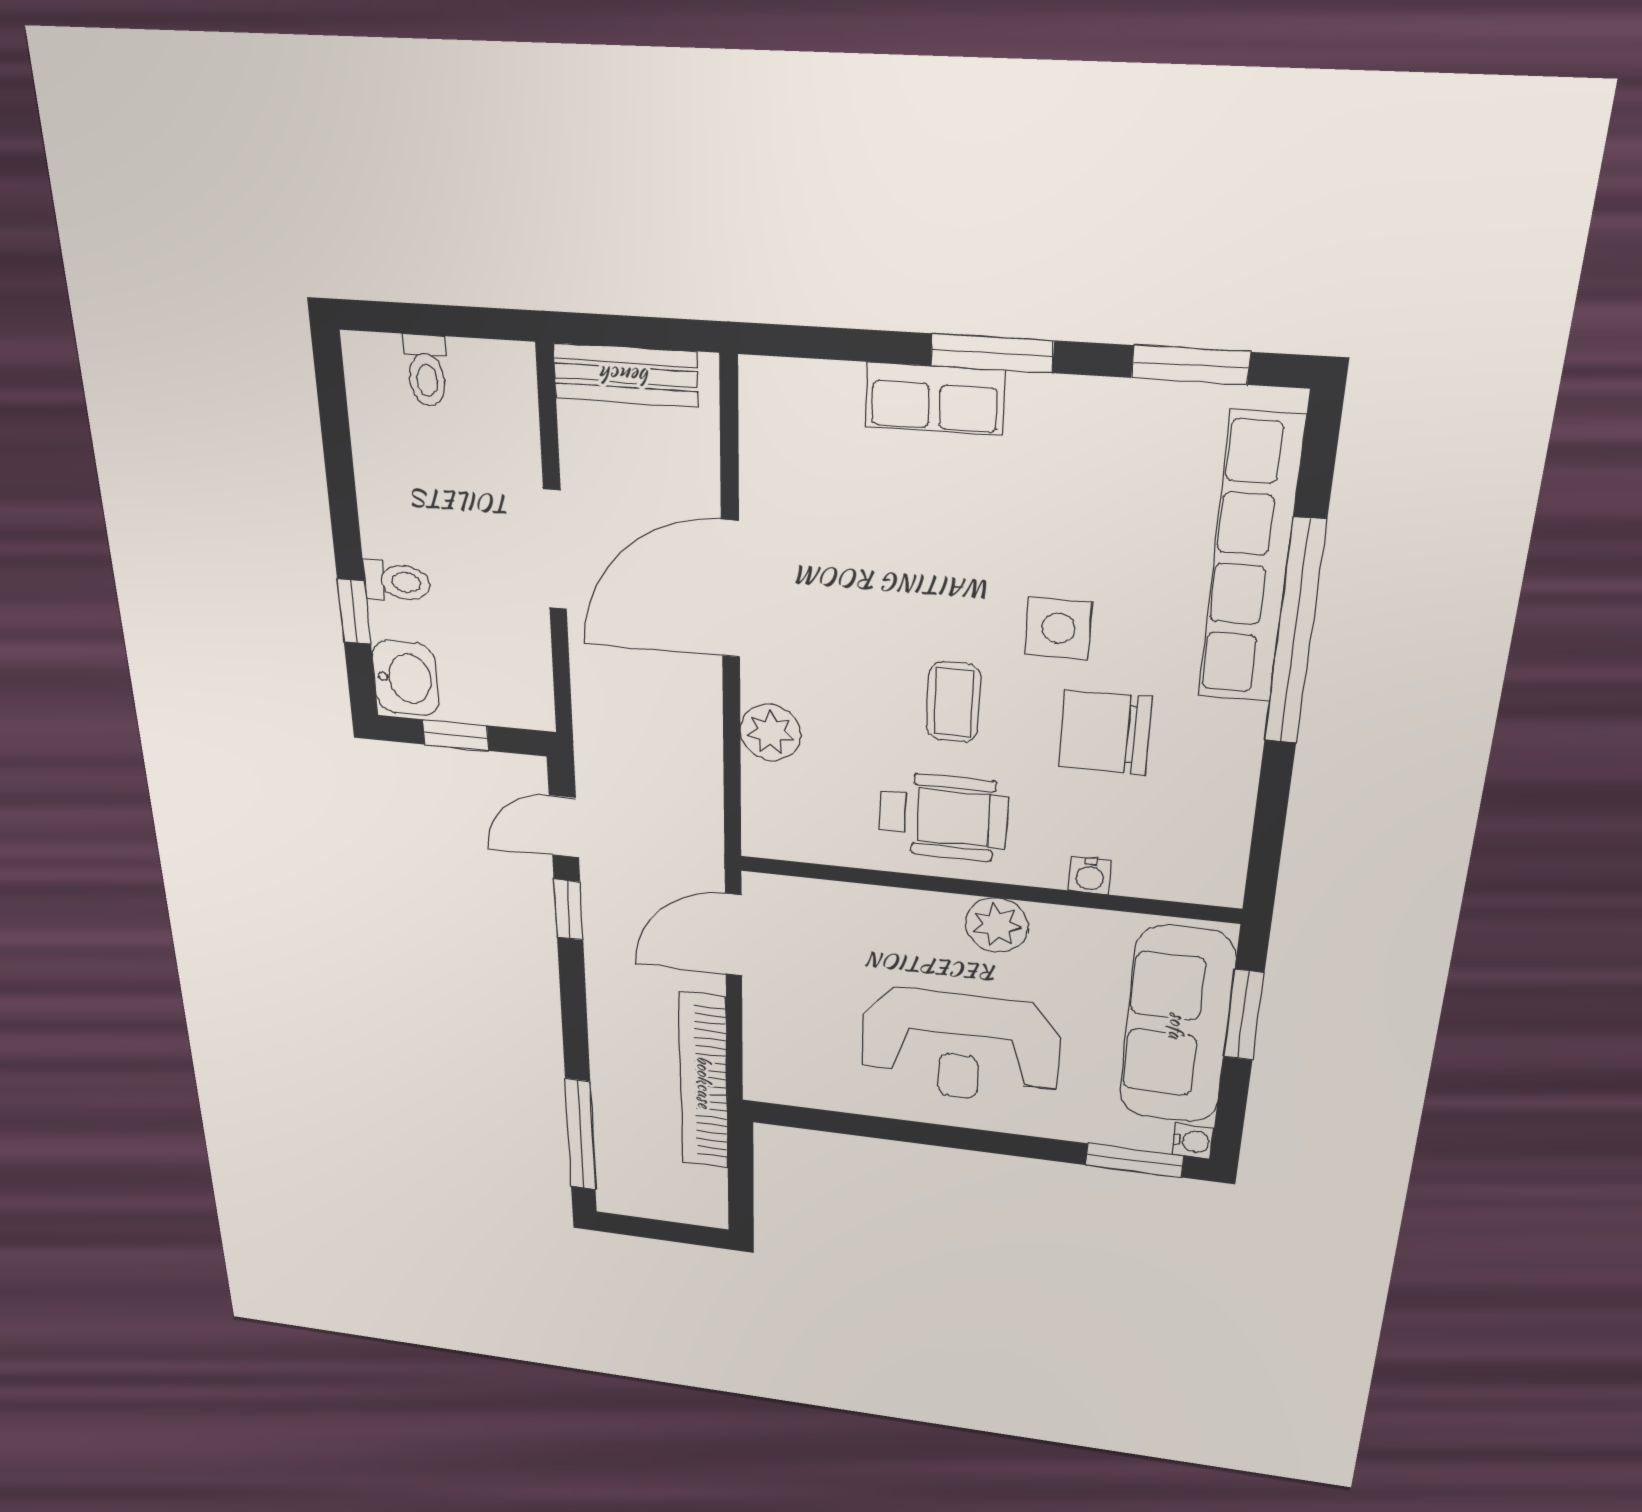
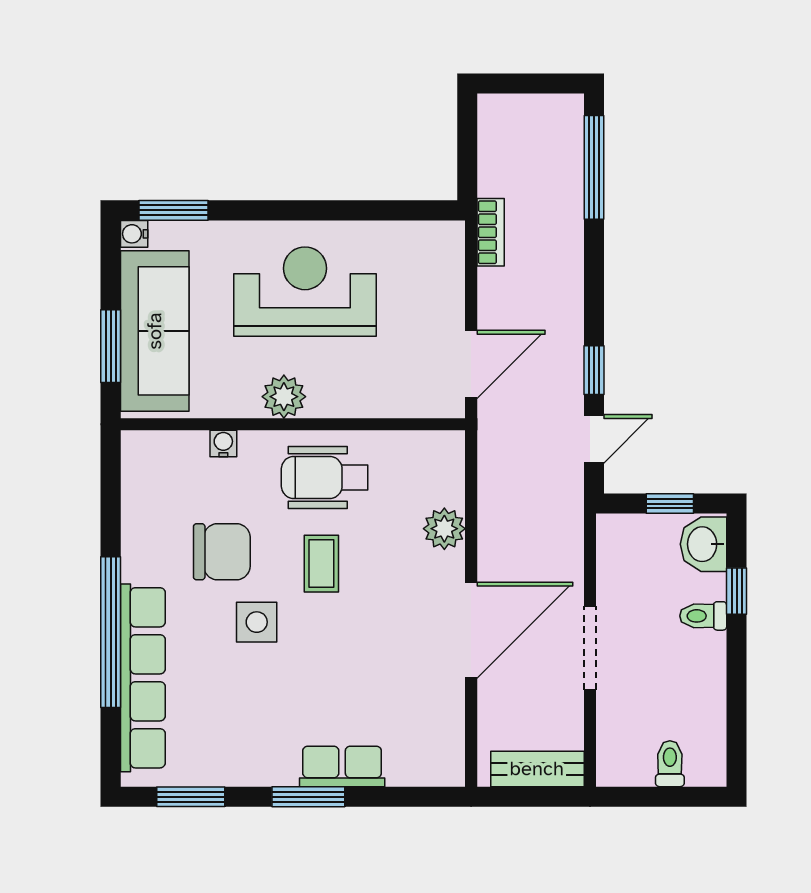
bookcase: (704, 1082) -> (491, 232), width x0.43, depth x0.76

